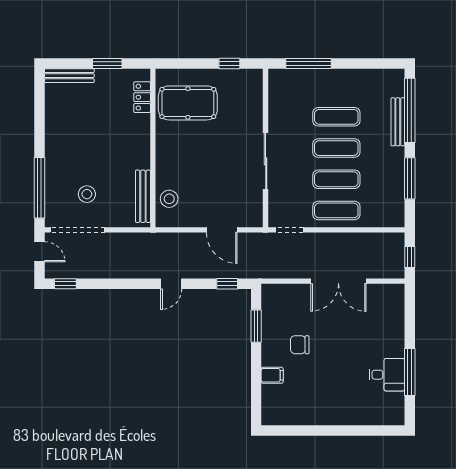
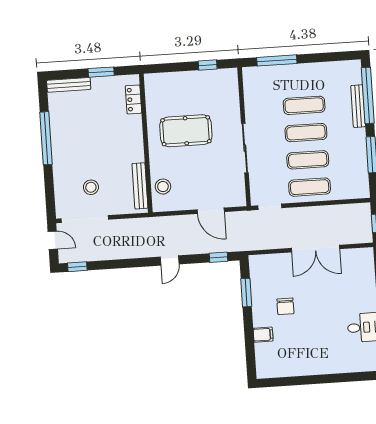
pool table: (188, 103) -> (186, 131), moved
window: (39, 188) -> (46, 138), moved
chair: (300, 345) -> (285, 306), turned -90

